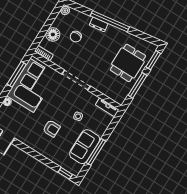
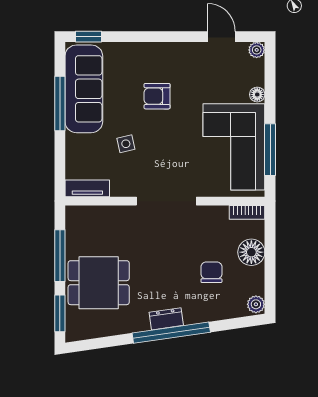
dresser: (99, 24) -> (166, 319), moved
dining table: (128, 63) -> (99, 283), turned 90
sofa: (85, 147) -> (84, 89), width x1.36

